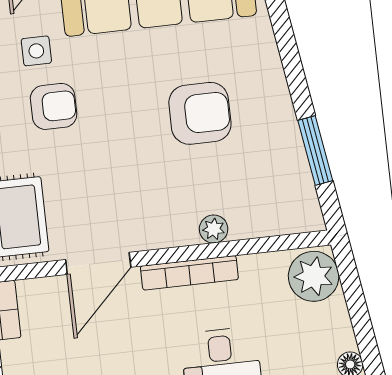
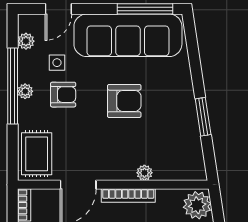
armchair: (200, 113) -> (124, 101), moved
window: (315, 150) -> (203, 117), moved

